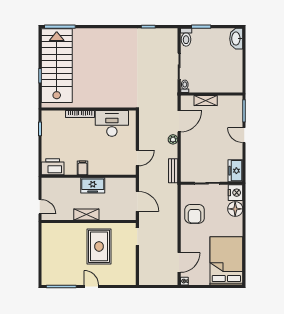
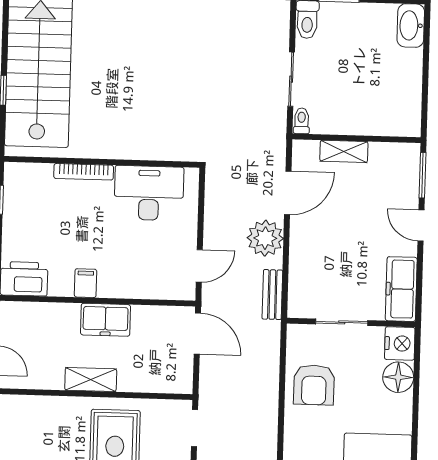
plant: (173, 139) -> (265, 238), width x1.88, depth x1.88
freezer: (235, 171) -> (401, 289), width x1.40
door: (137, 201) -> (197, 334), moved

